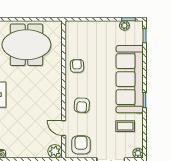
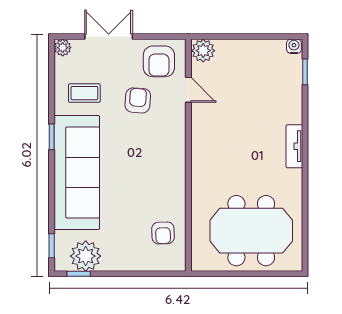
plant: (124, 26) -> (86, 256), width x1.87, depth x1.87
armchair: (77, 66) -> (163, 233), moved
armchair: (82, 105) -> (138, 100), moved

